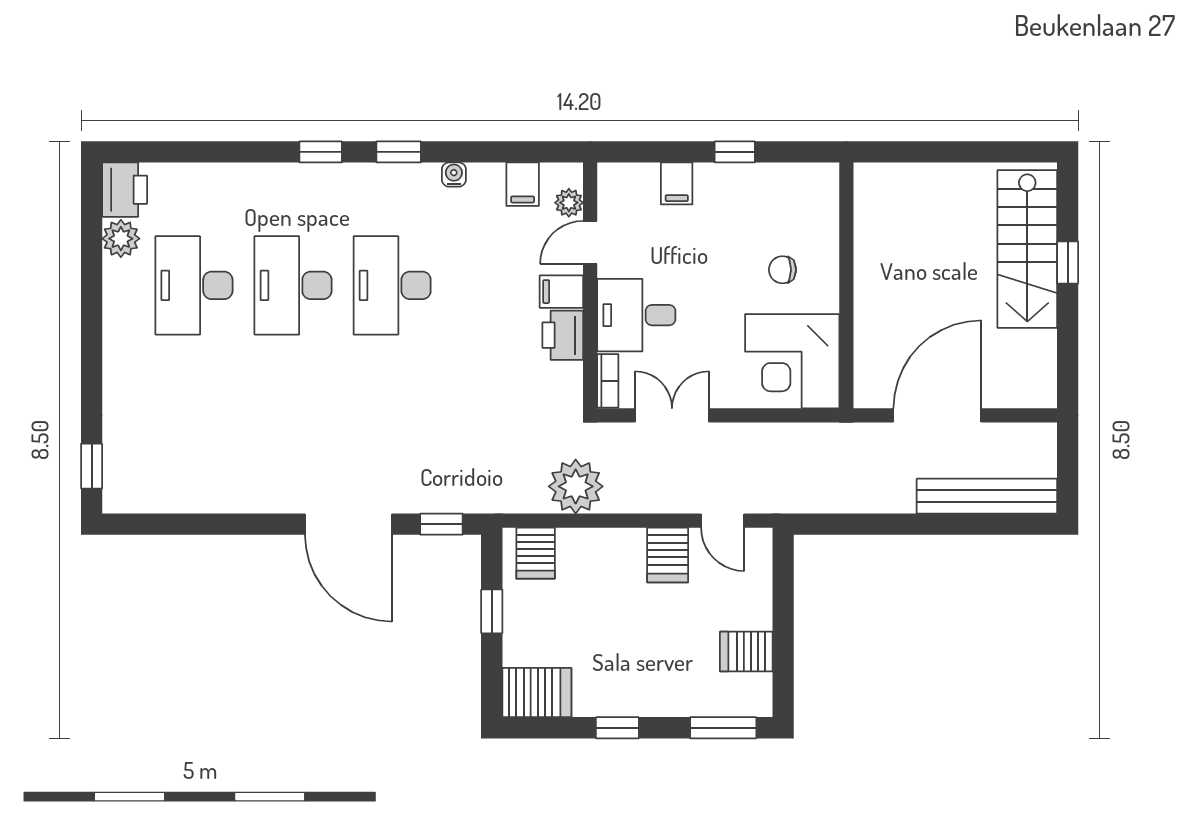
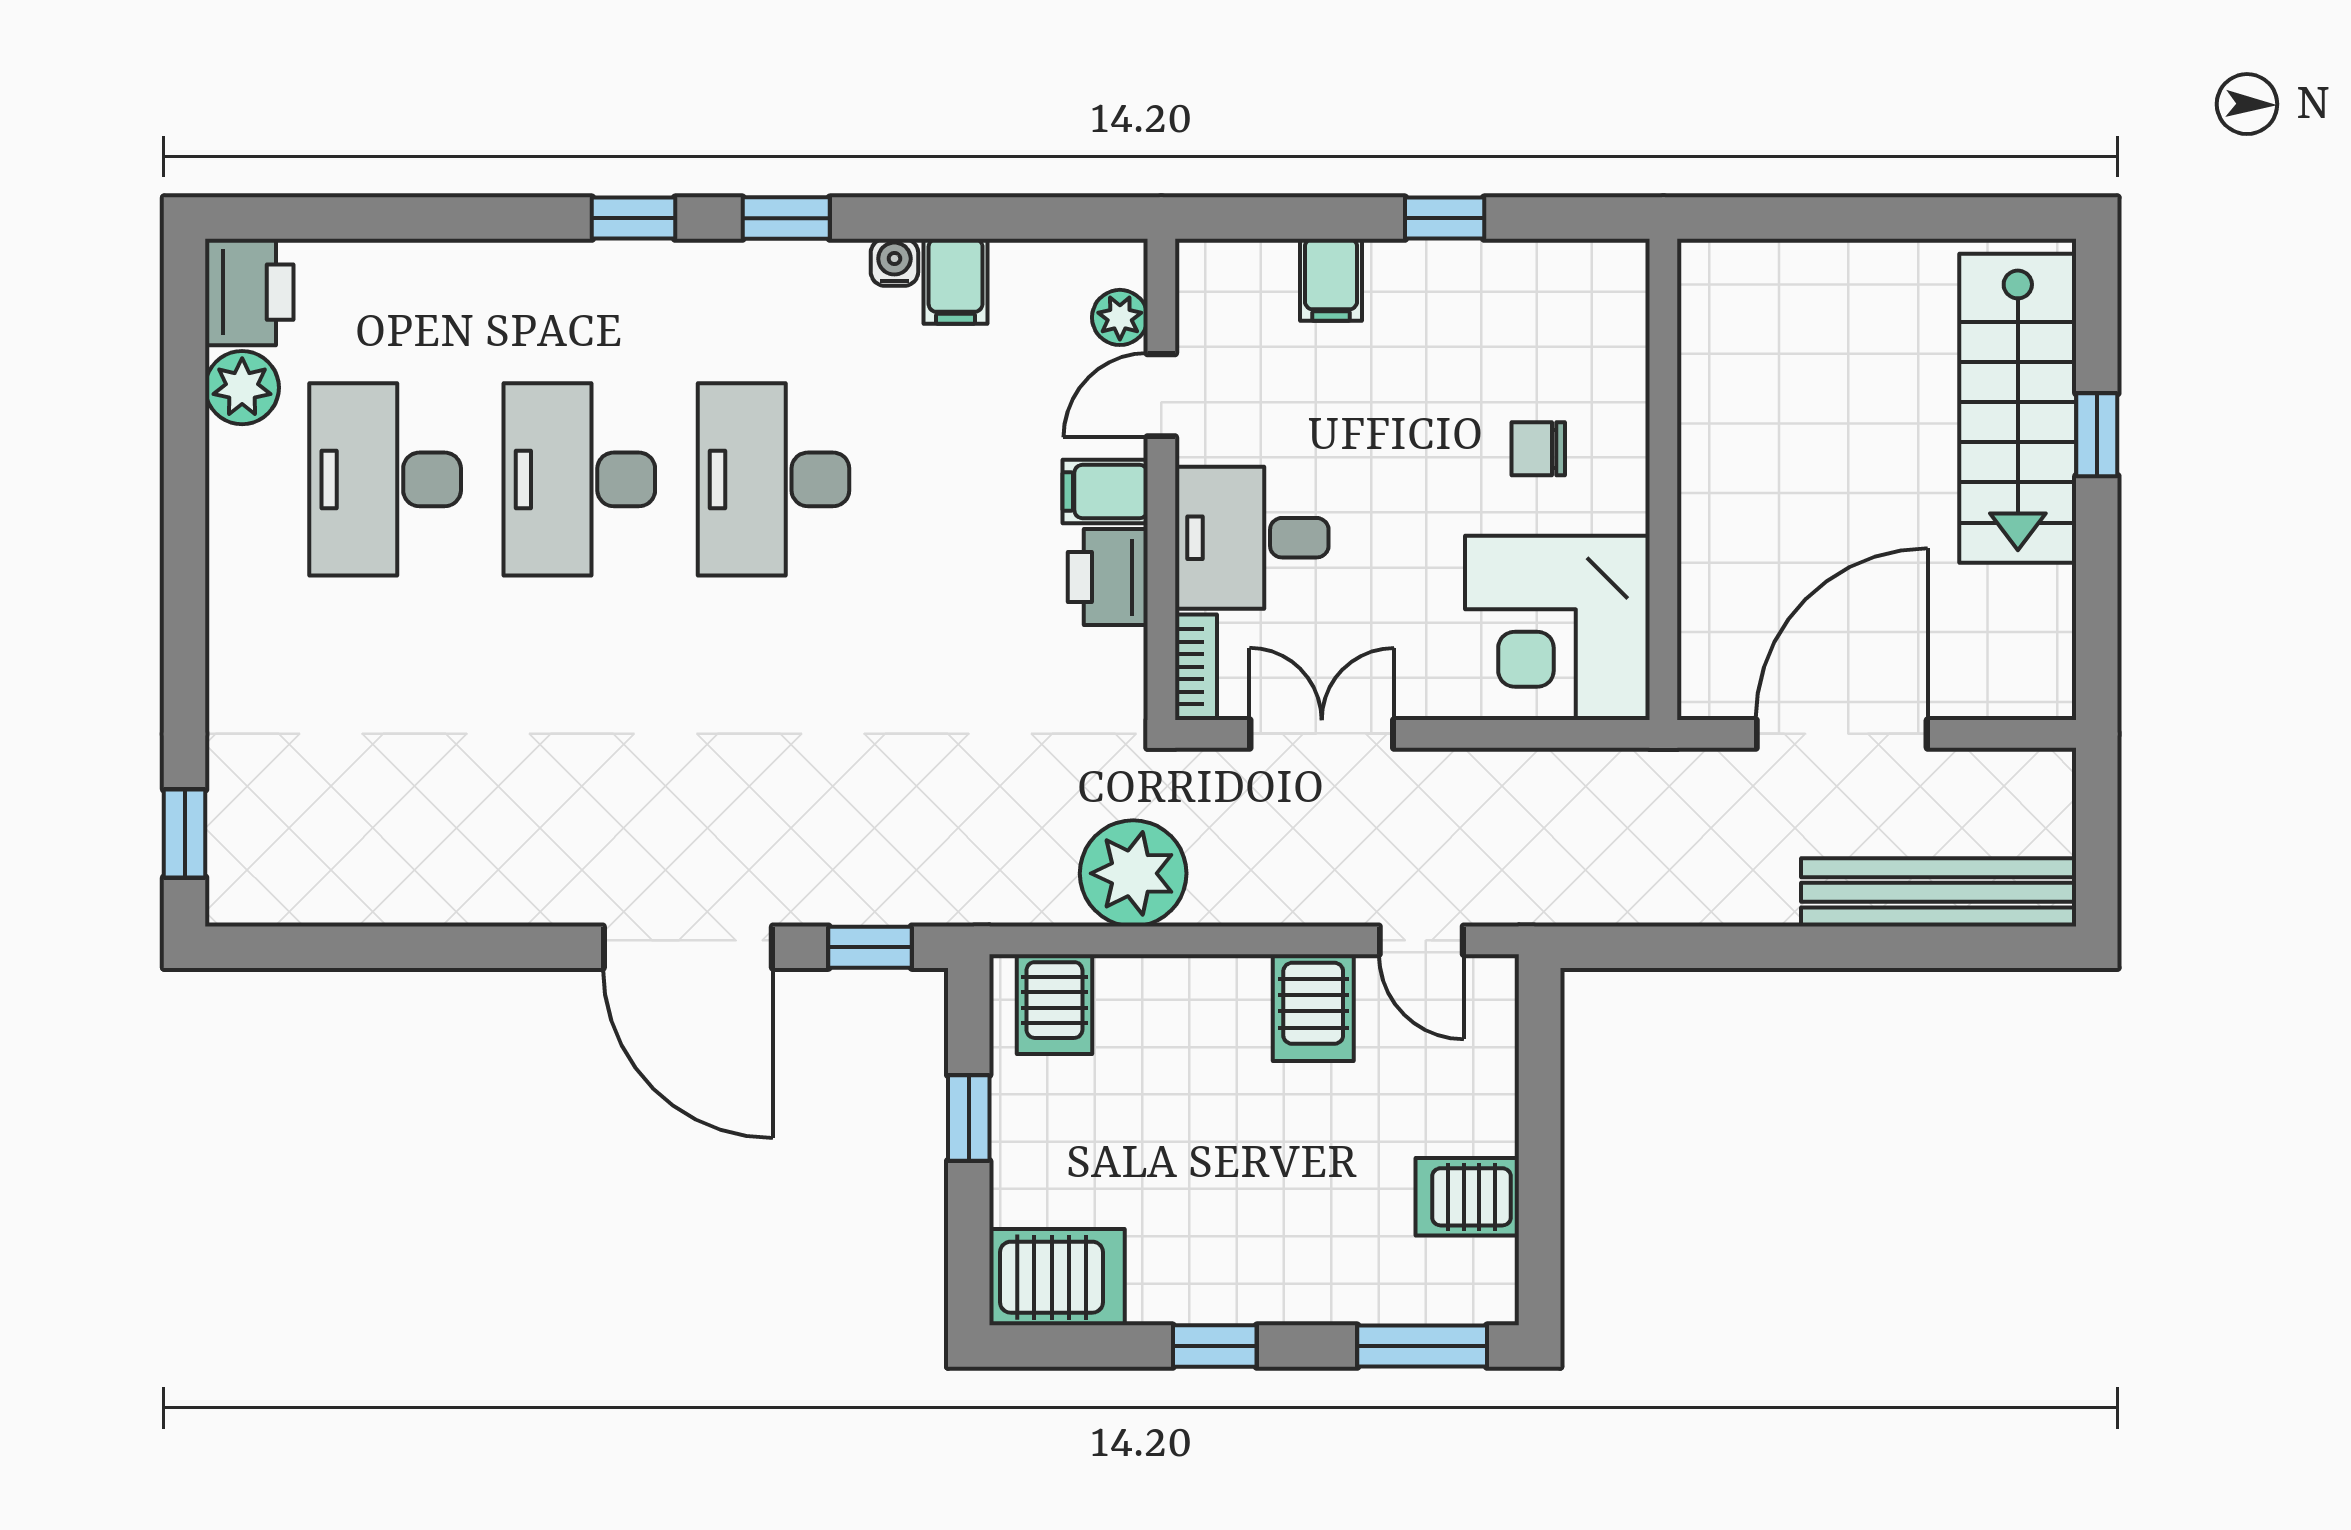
filing cabinet: (523, 184) -> (956, 281), moved

